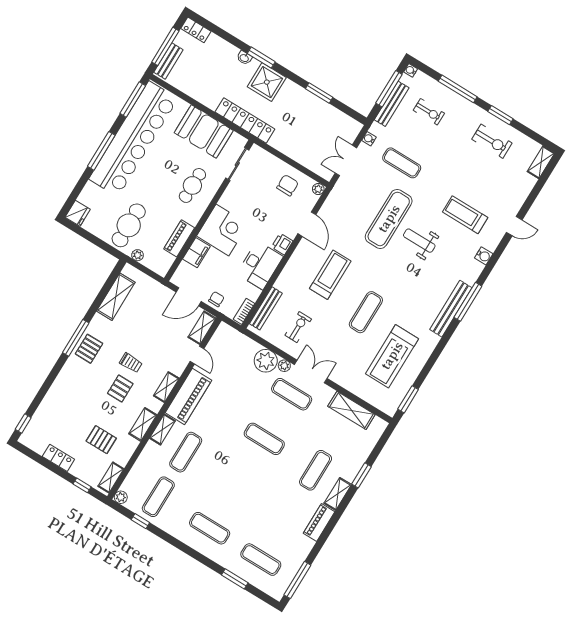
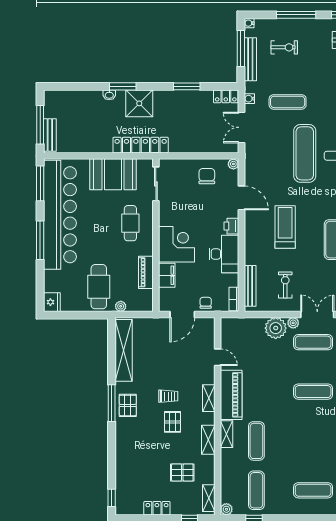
locker: (196, 30) -> (226, 96), moved
shelving: (116, 297) -> (124, 350), width x1.47
shelving: (202, 328) -> (208, 333), removed

